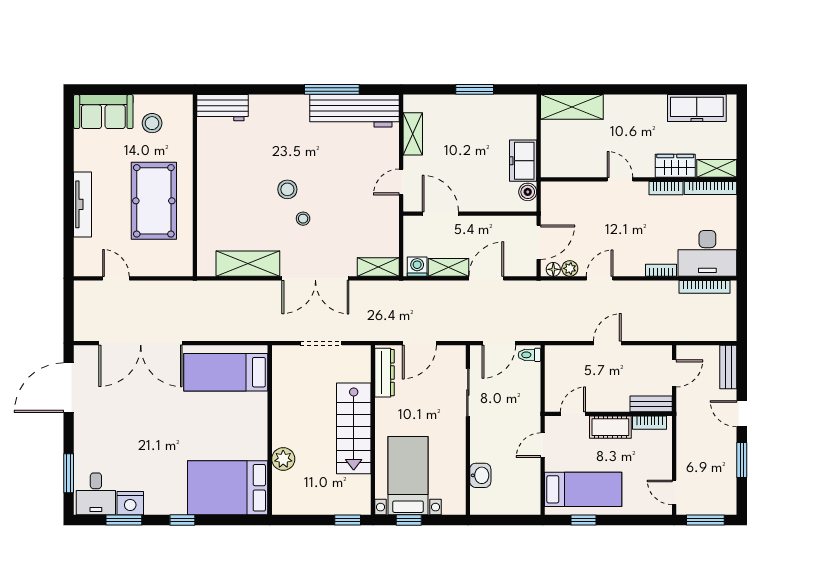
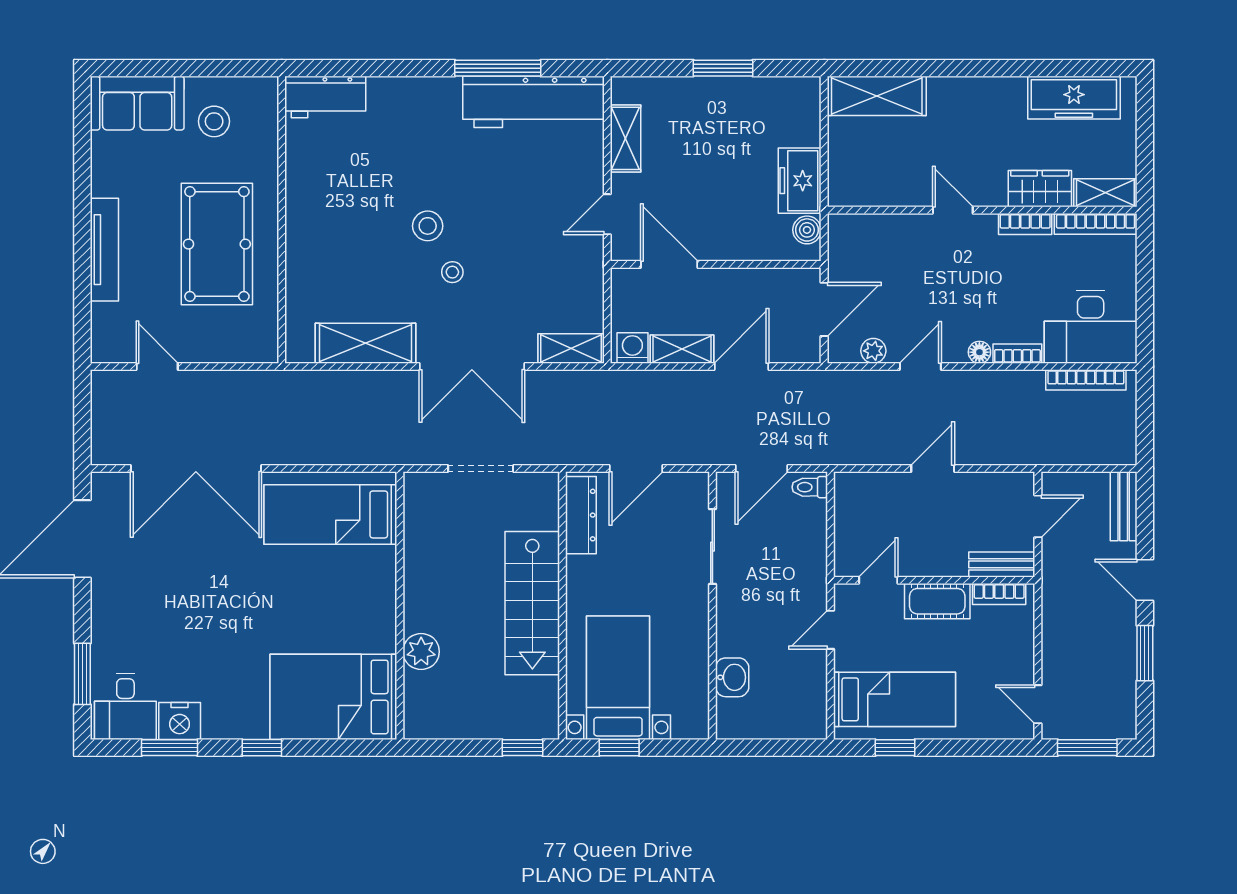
floor lamp: (553, 269) -> (979, 352), moved

